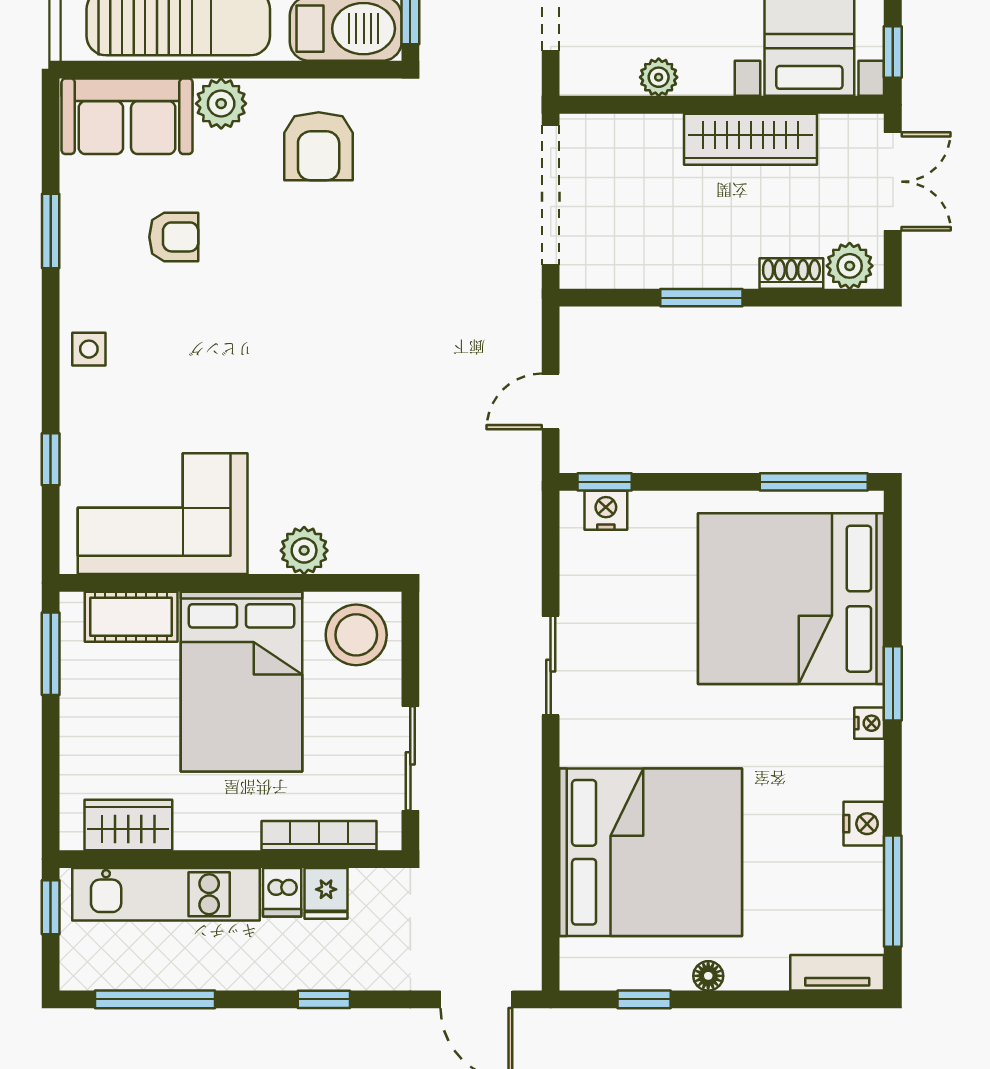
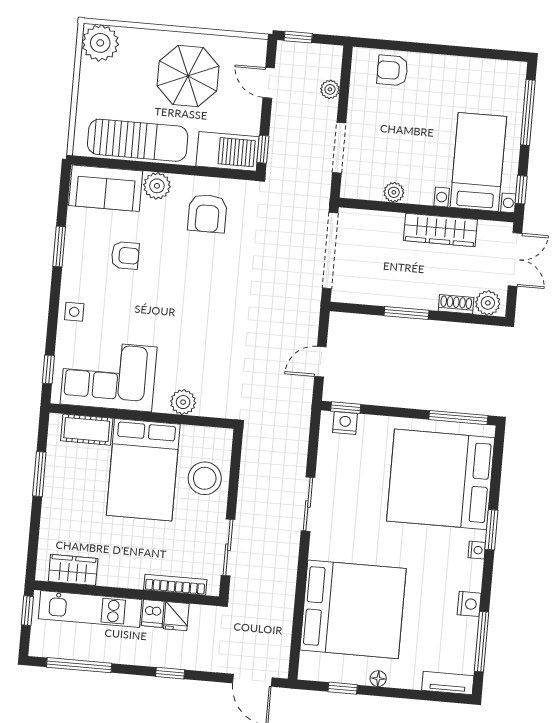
corner sofa: (163, 514) -> (109, 376), moved
plant: (304, 550) -> (183, 402), moved
wall: (231, 583) -> (142, 416), moved
cot: (131, 617) -> (87, 430), moved
bed: (242, 682) -> (143, 470), moved

